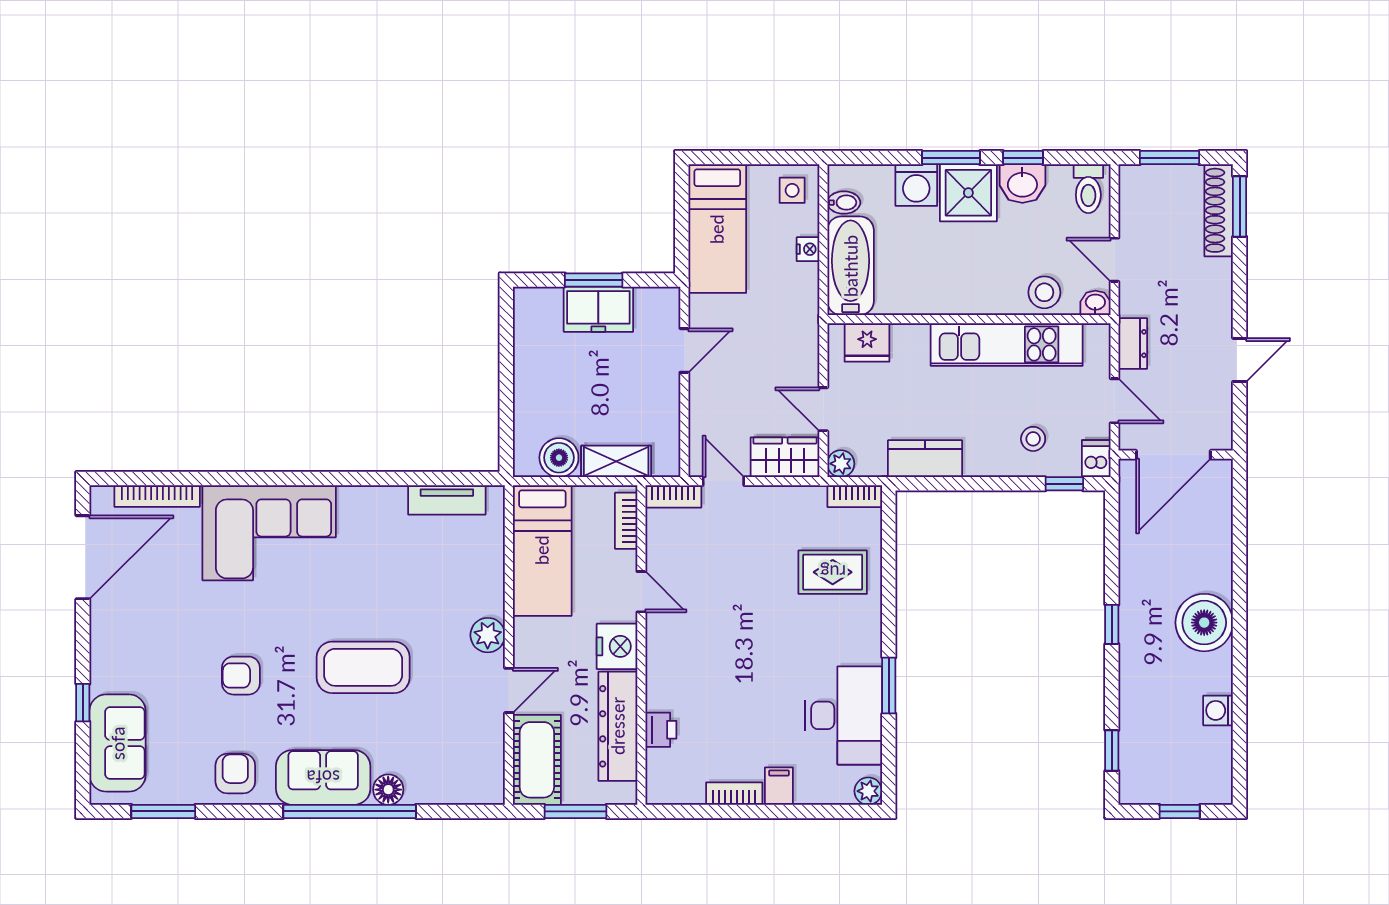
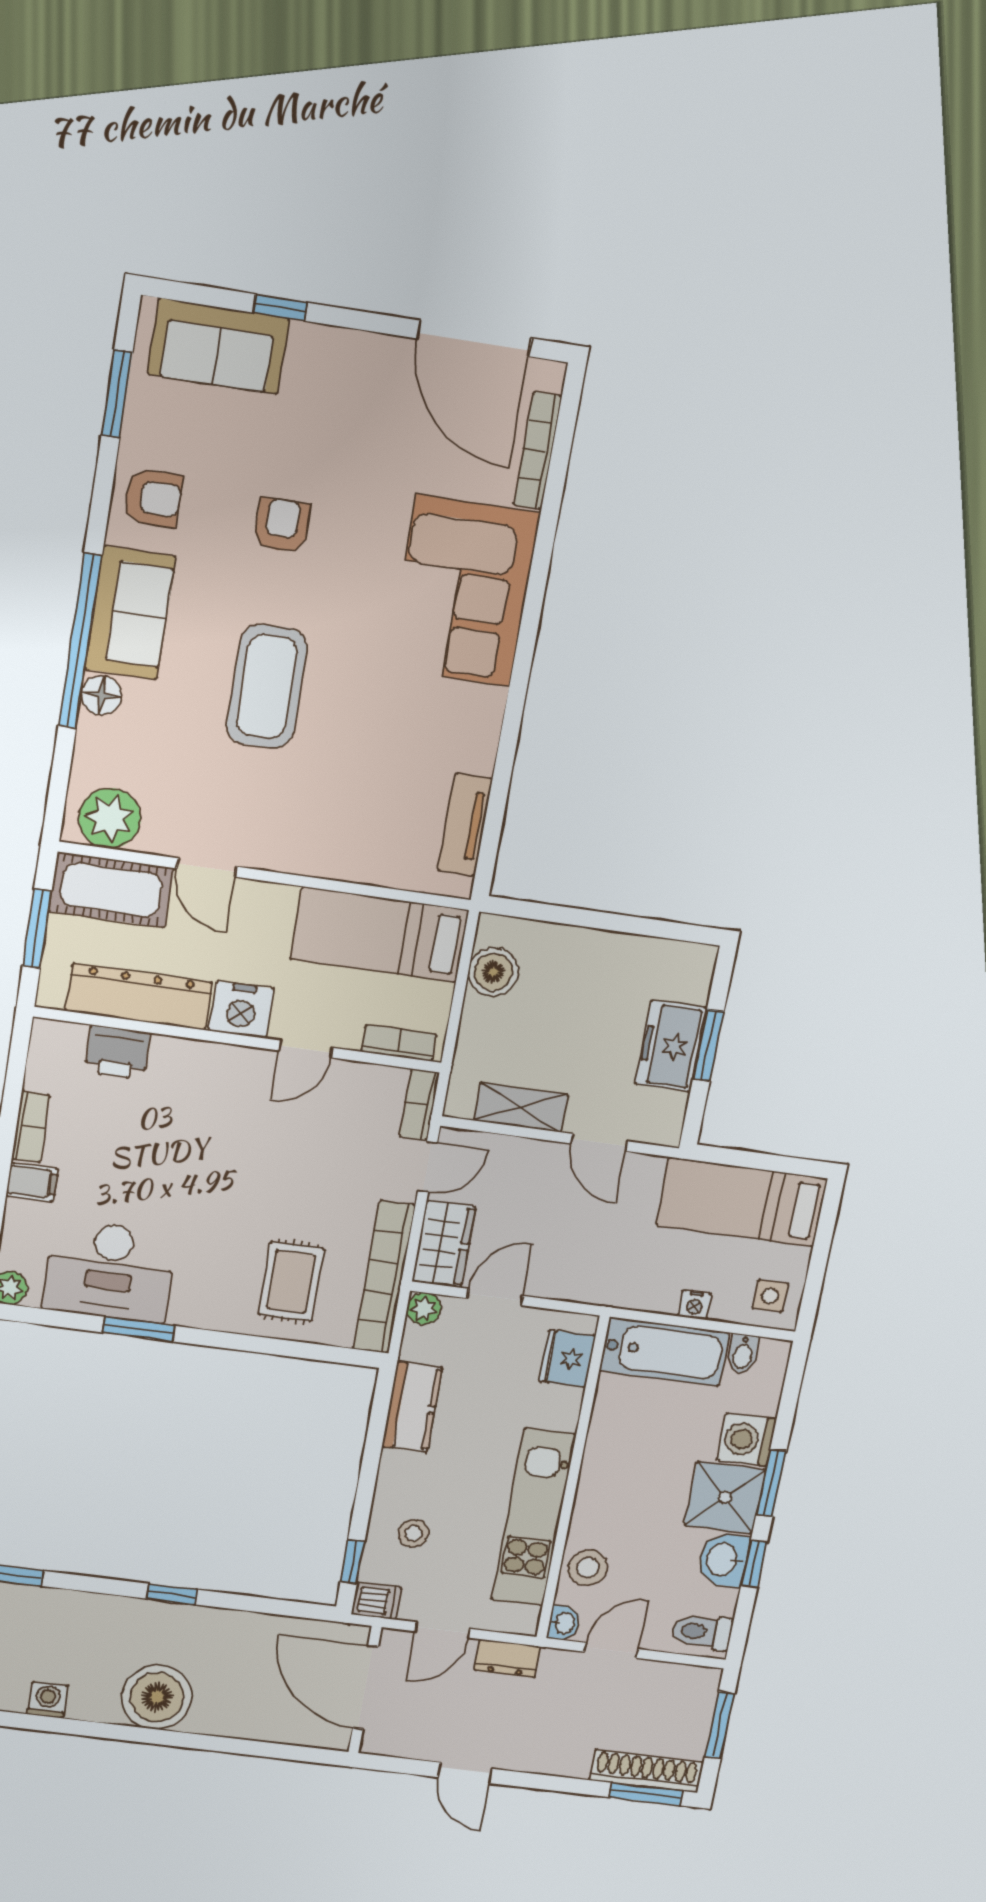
shelving: (616, 461) -> (521, 1107), moved, turned 90
bookcase: (855, 496) -> (384, 1277), width x2.31, depth x1.31
plant: (488, 635) -> (110, 818), moved, width x1.36, depth x1.36
printer: (661, 730) -> (117, 1052), width x1.36, depth x1.24

